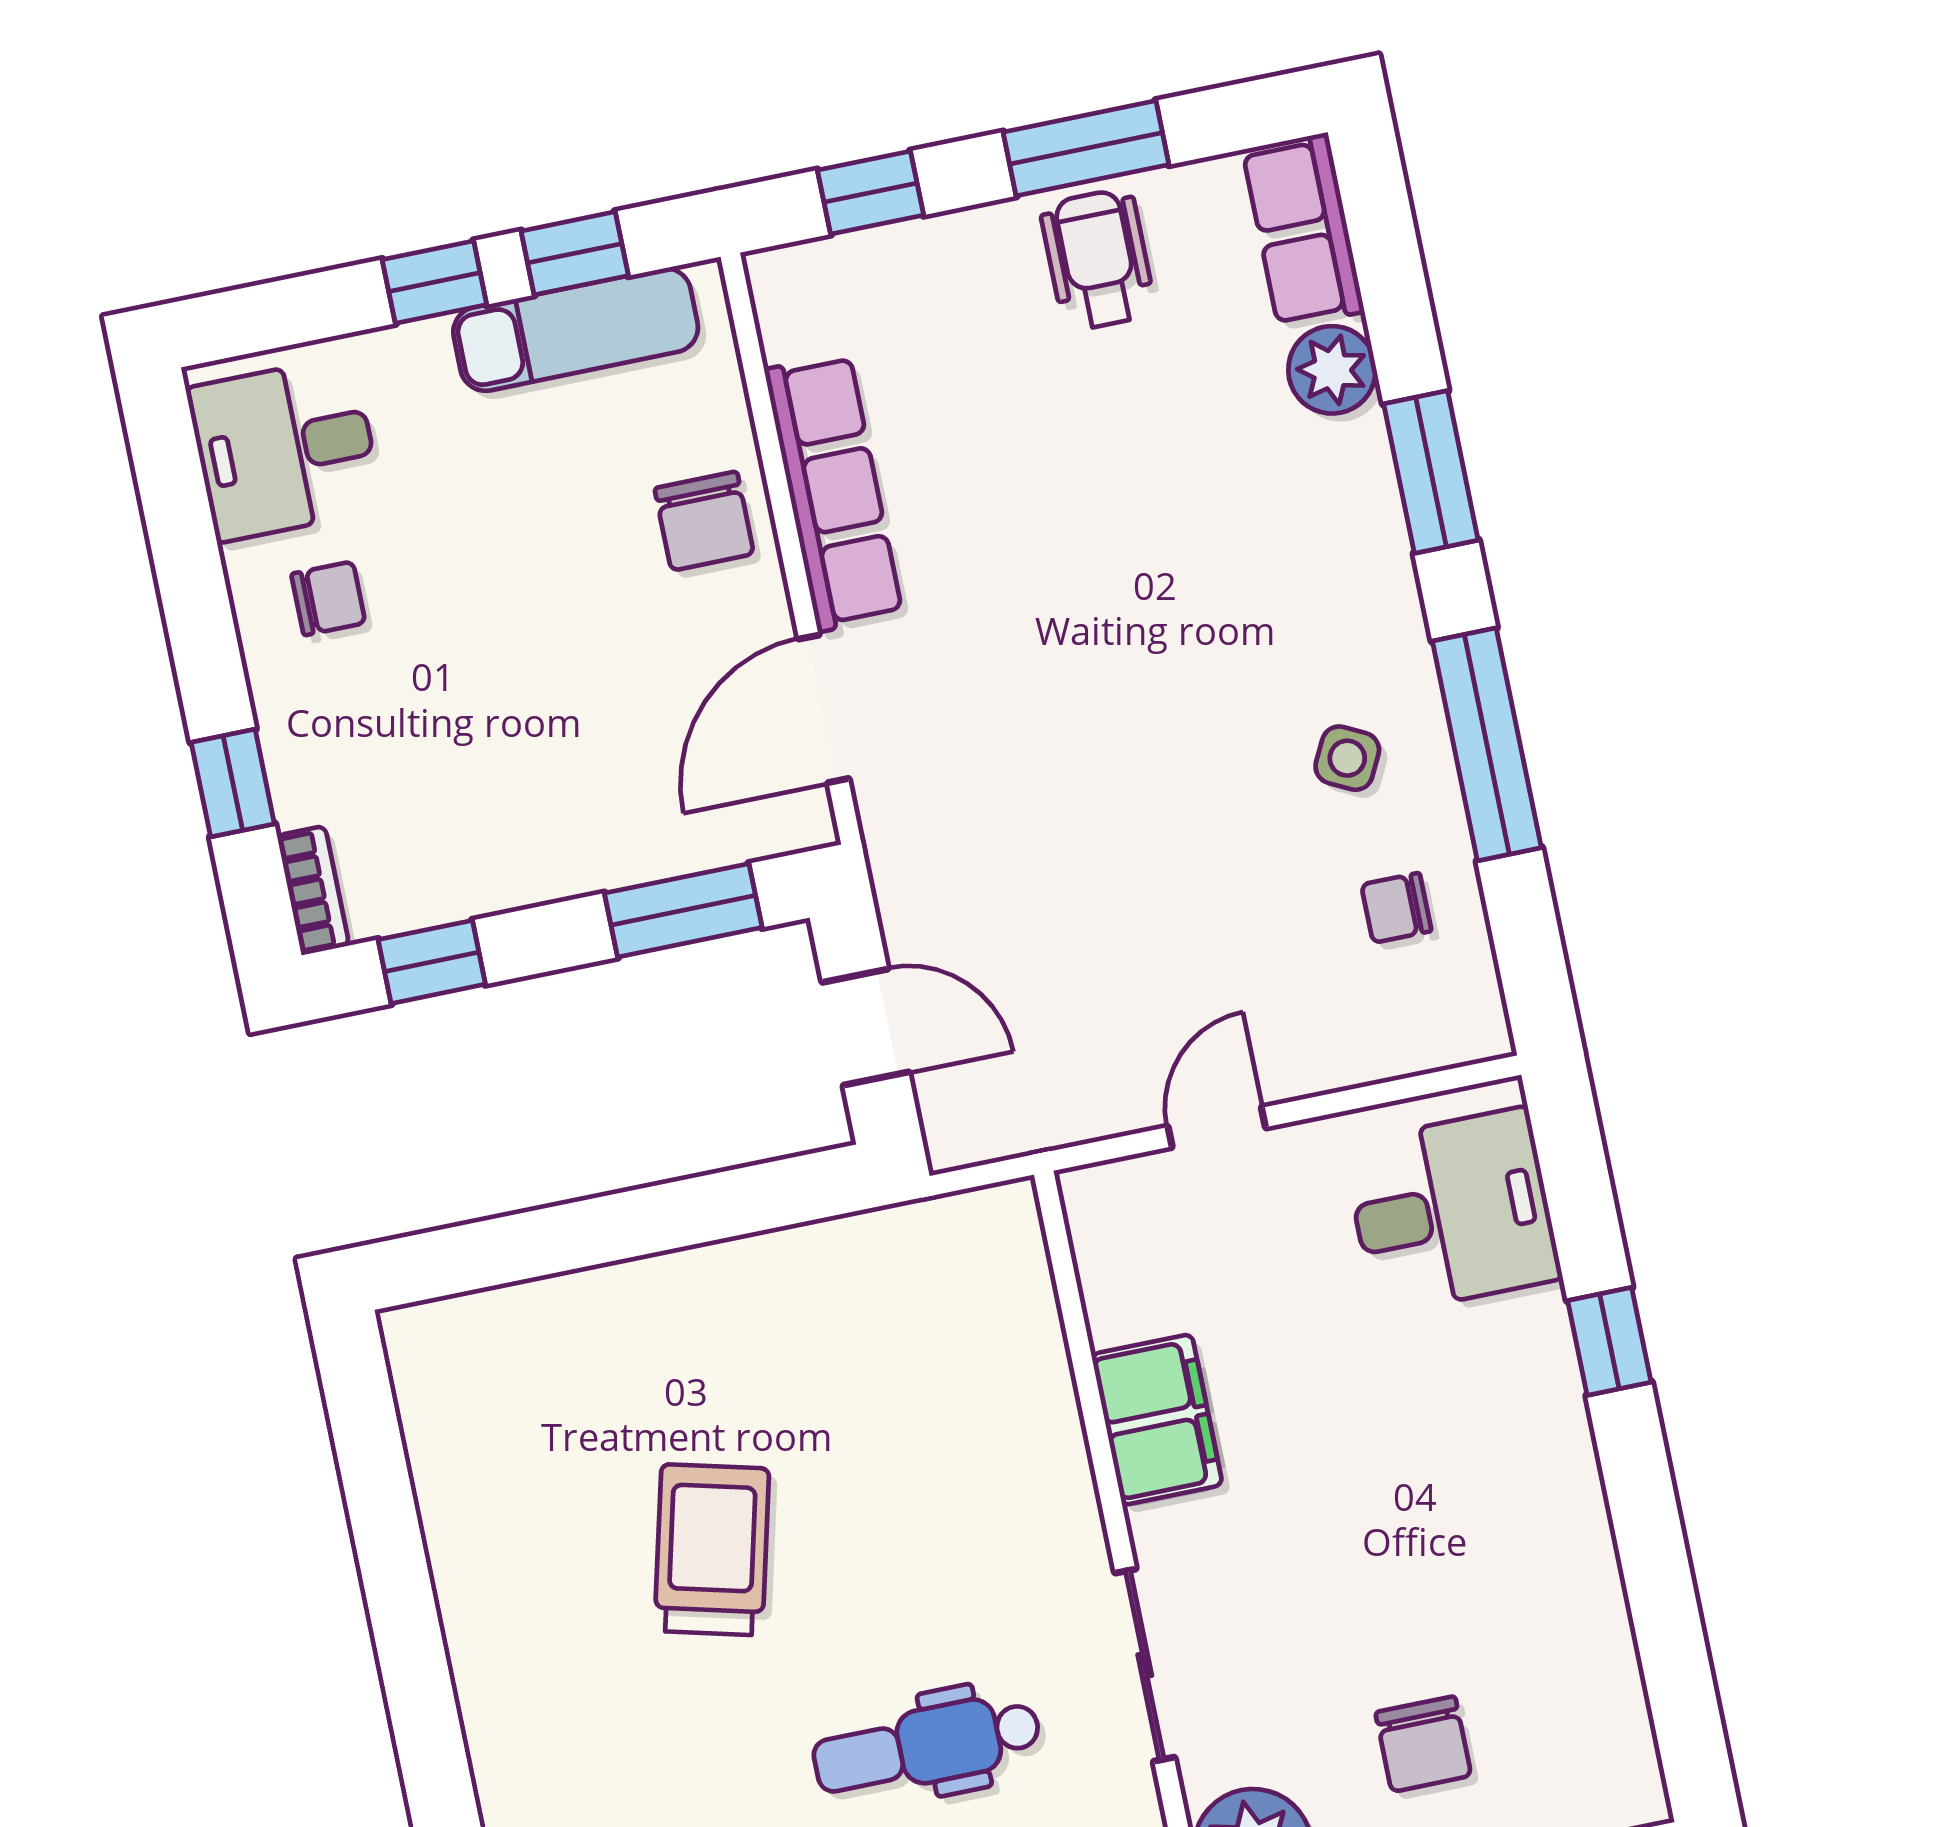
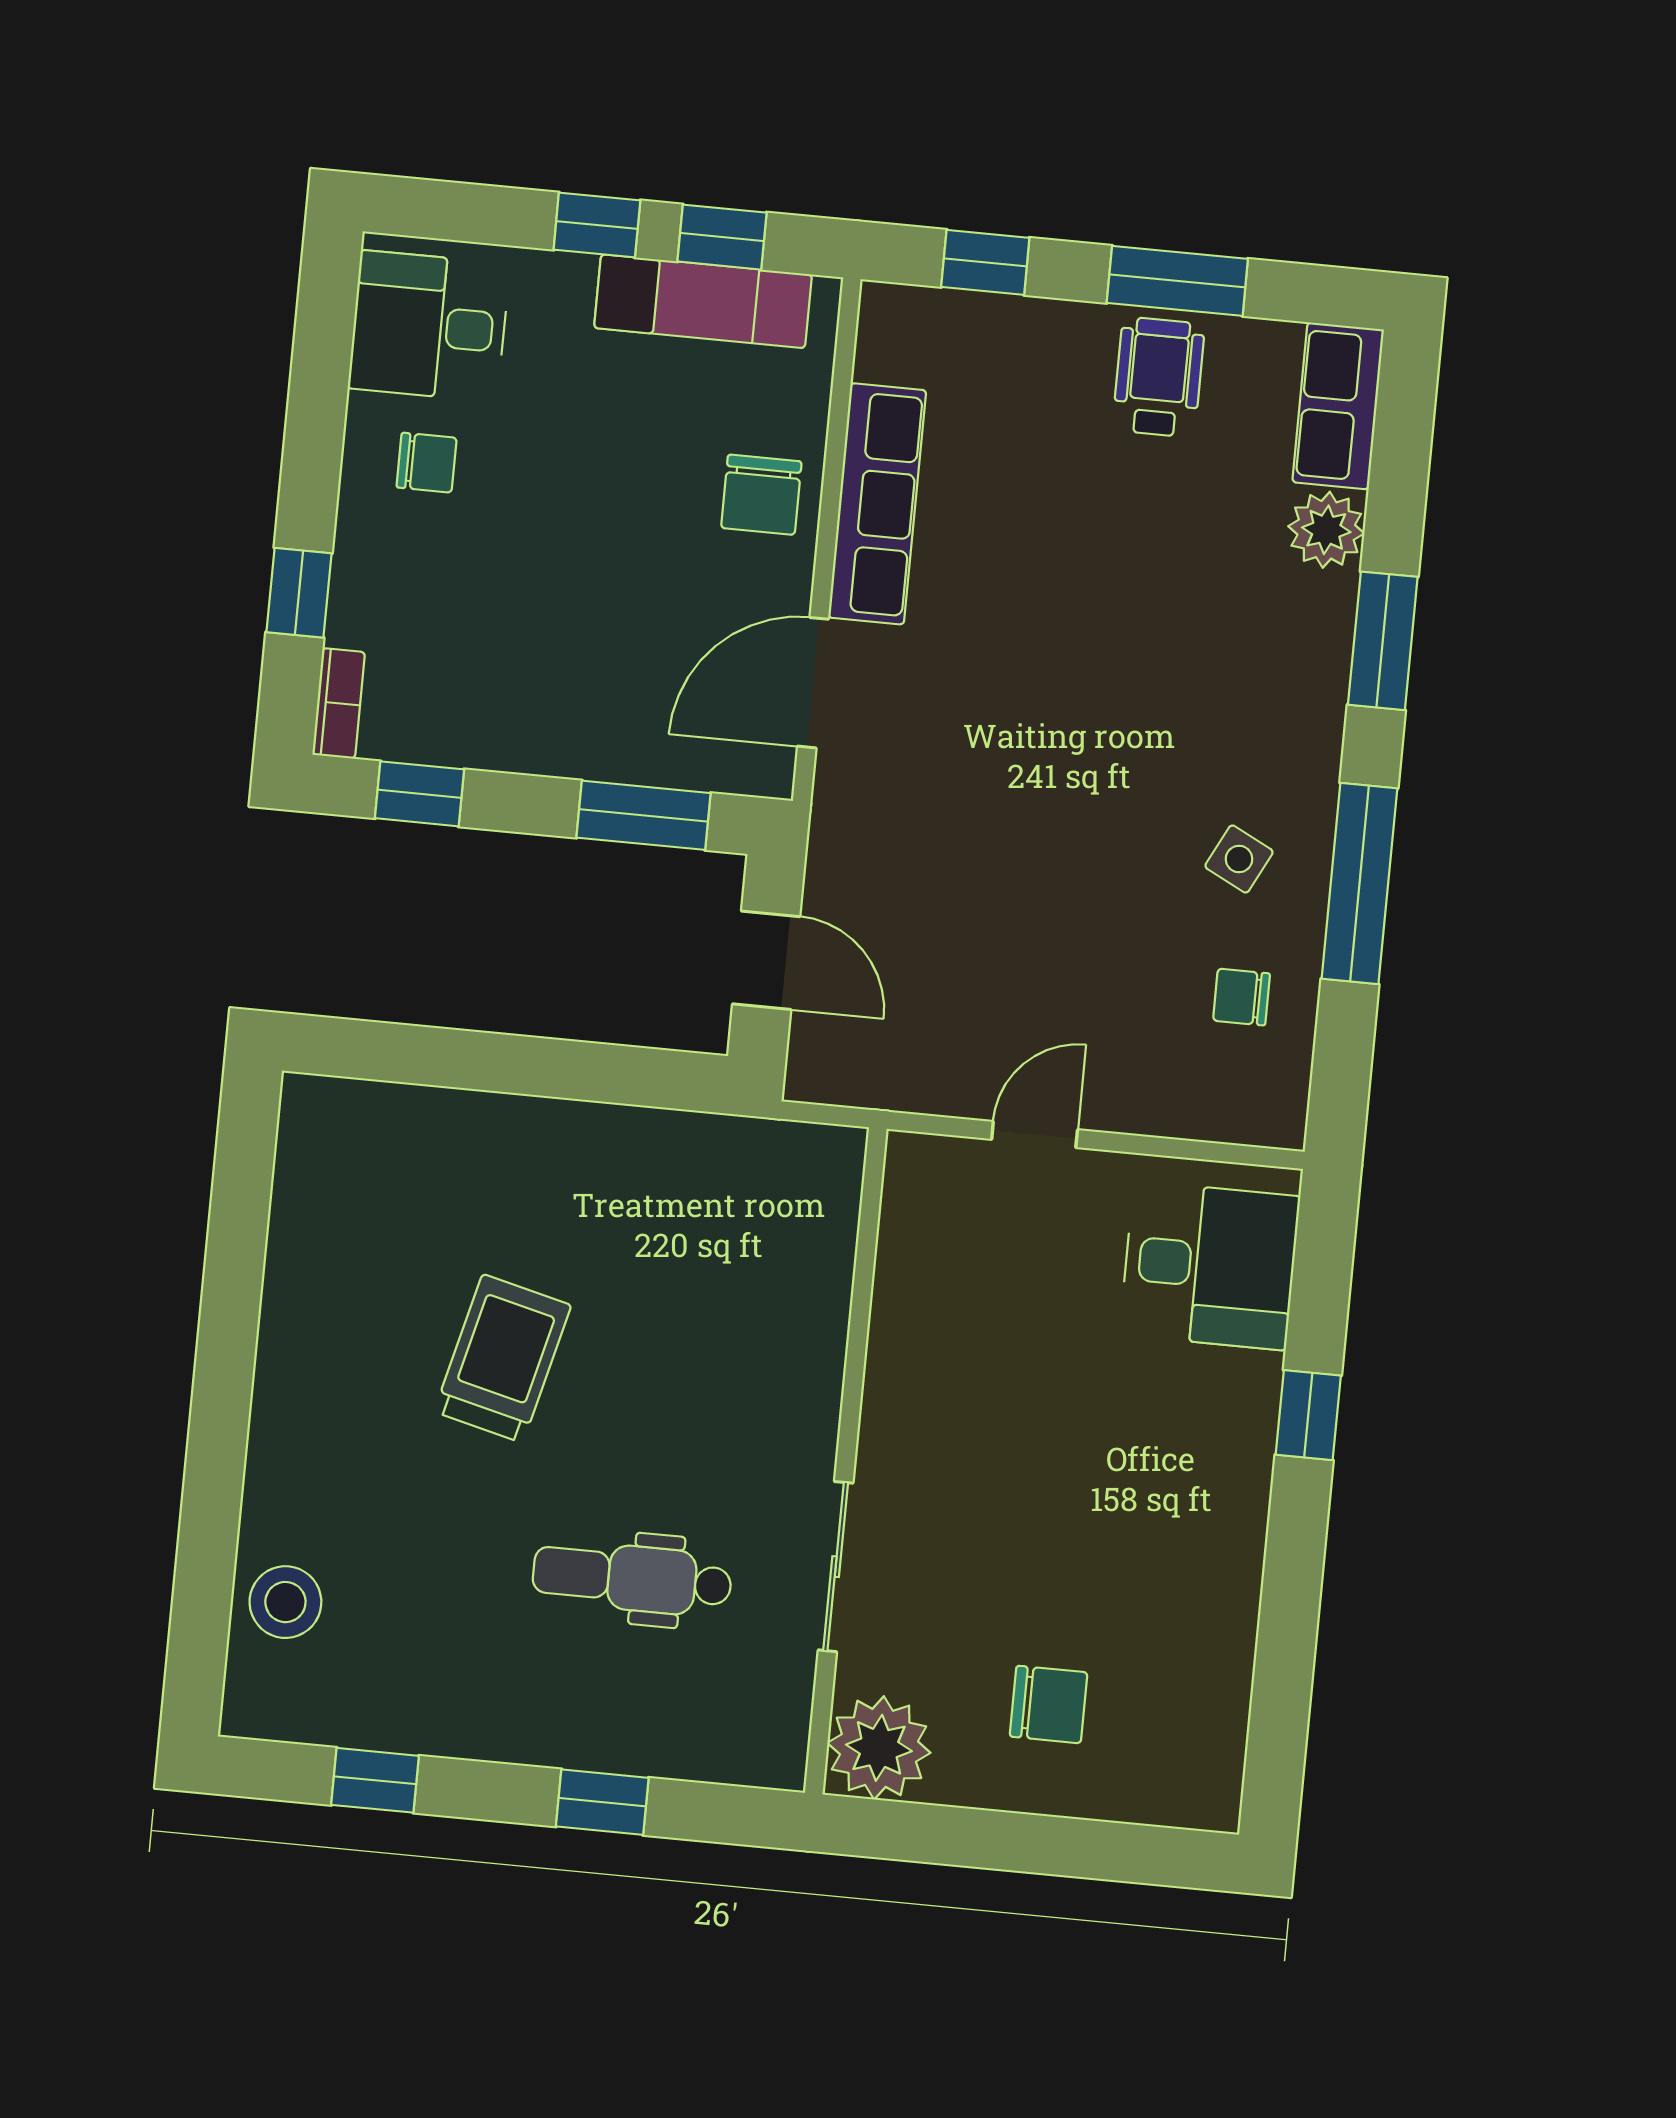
filing cabinet: (1157, 1420) -> (909, 1364), removed
chair: (1423, 1744) -> (1049, 1704), turned -90

